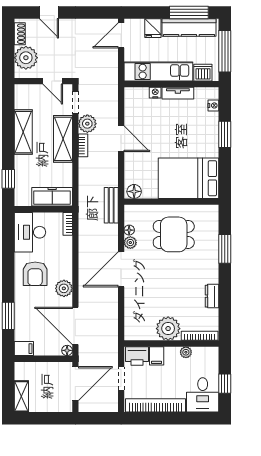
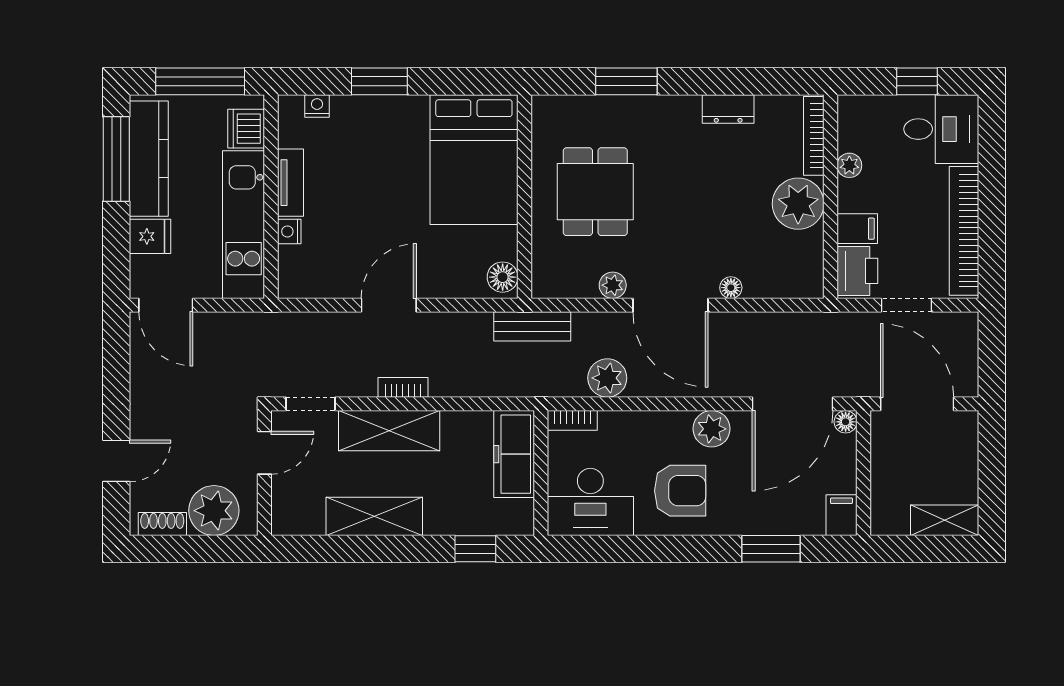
plant: (87, 124) -> (607, 378), moved
floor lamp: (129, 230) -> (731, 288), moved

